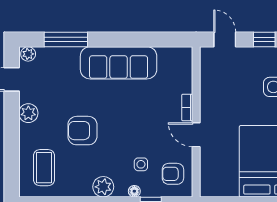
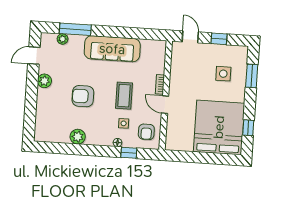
plant: (28, 54) -> (63, 39), moved
coffee table: (44, 168) -> (124, 96), moved
armchair: (173, 174) -> (146, 132), turned -90
plant: (103, 187) -> (78, 137), moved

